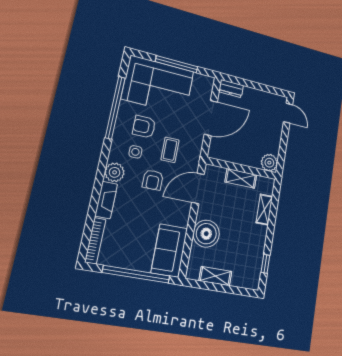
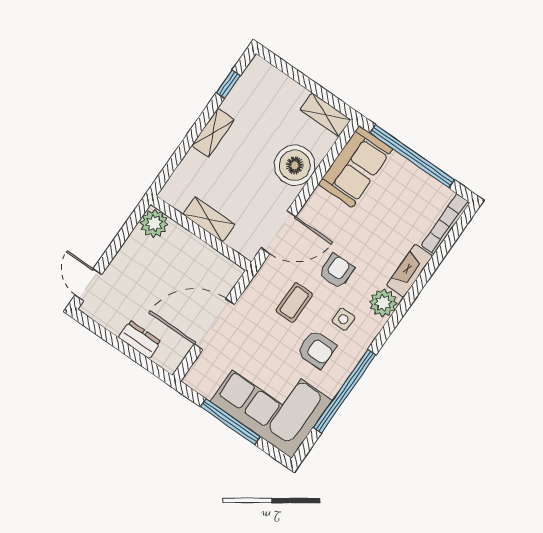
dresser: (231, 89) -> (140, 340), moved
shelving: (264, 210) -> (213, 133), moved
shelving: (215, 276) -> (325, 115), moved

